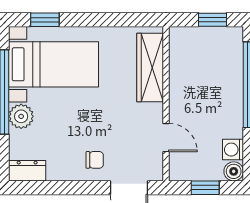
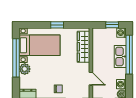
window: (45, 20) -> (57, 25), moved
washing machine: (233, 37) -> (121, 33), added
kitchen sink: (230, 89) -> (120, 56), added

